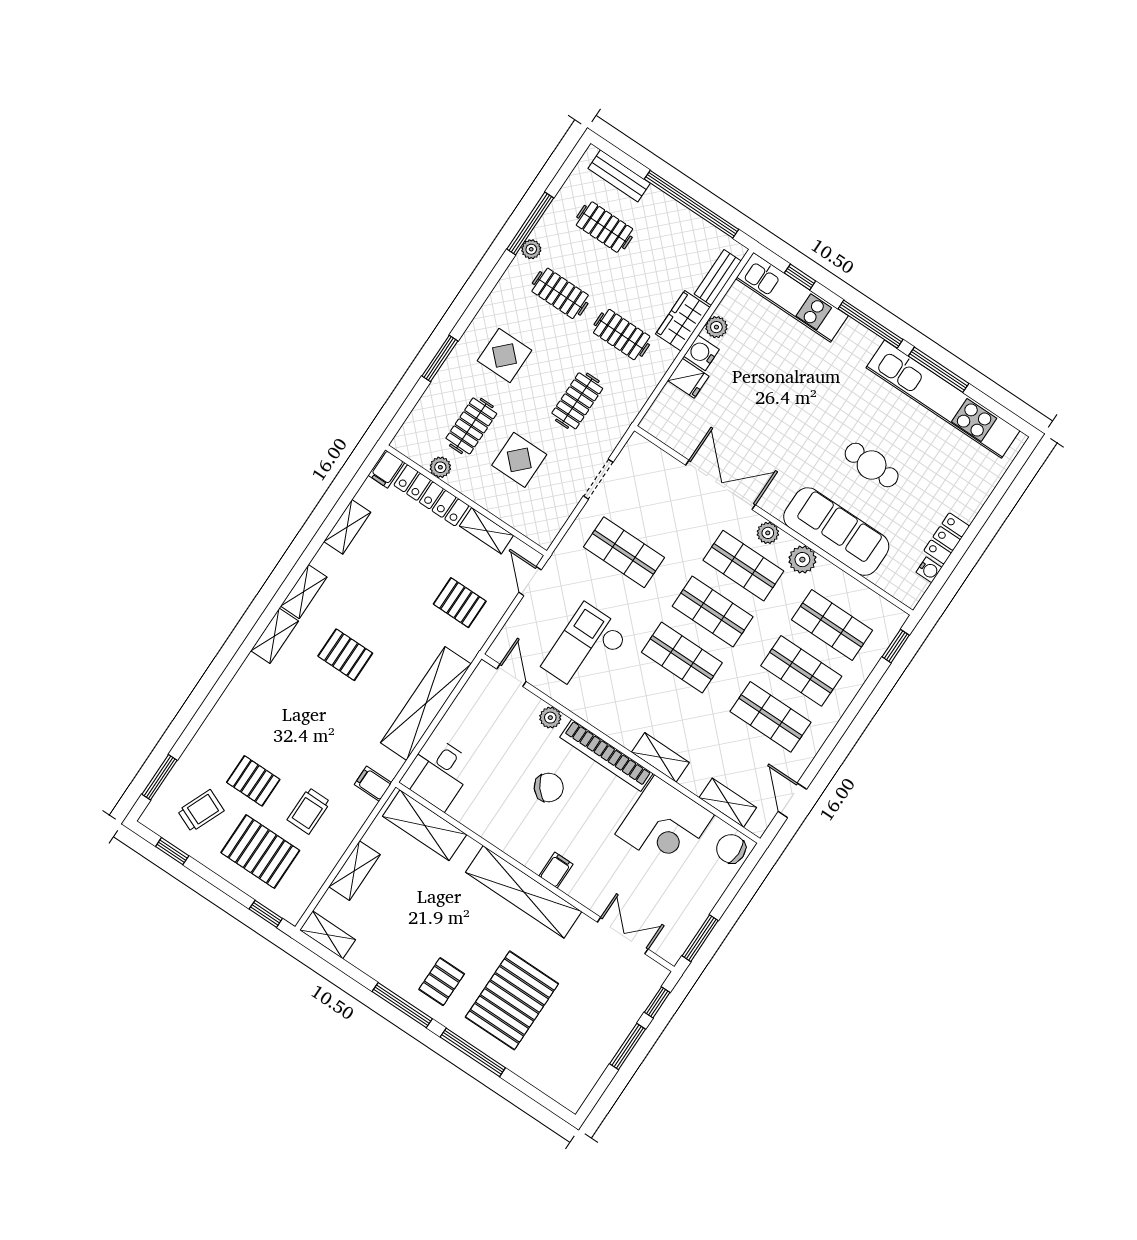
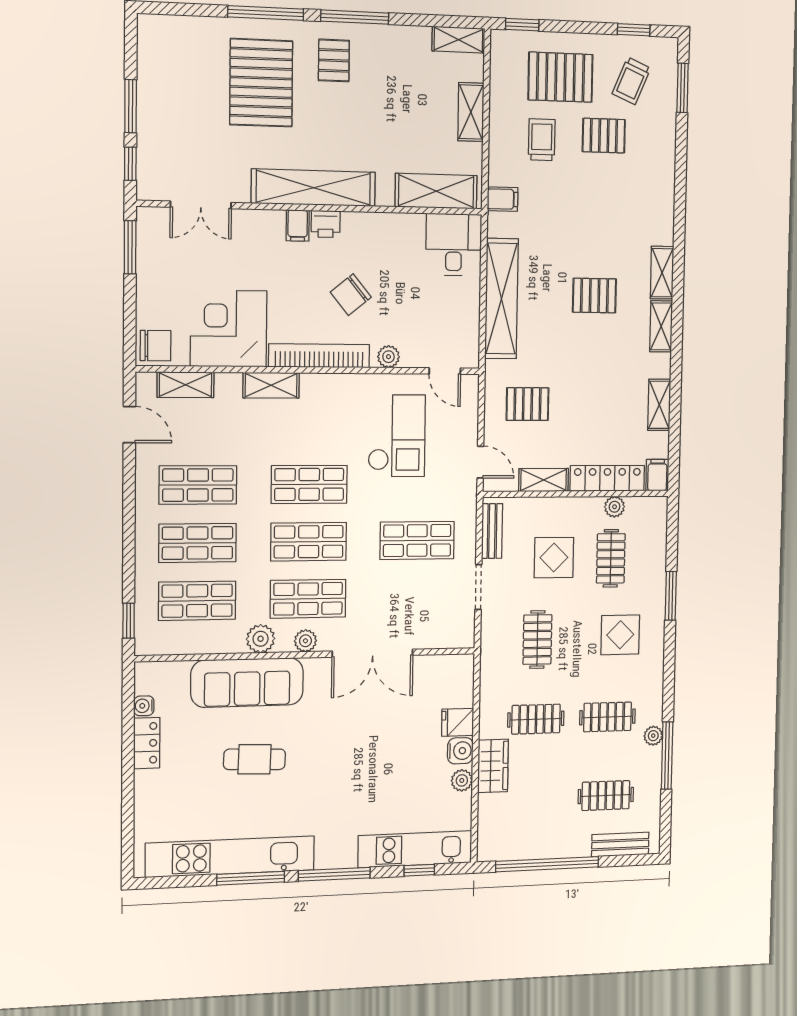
bench: (718, 278) -> (492, 531), moved
printer: (533, 857) -> (326, 224), added

